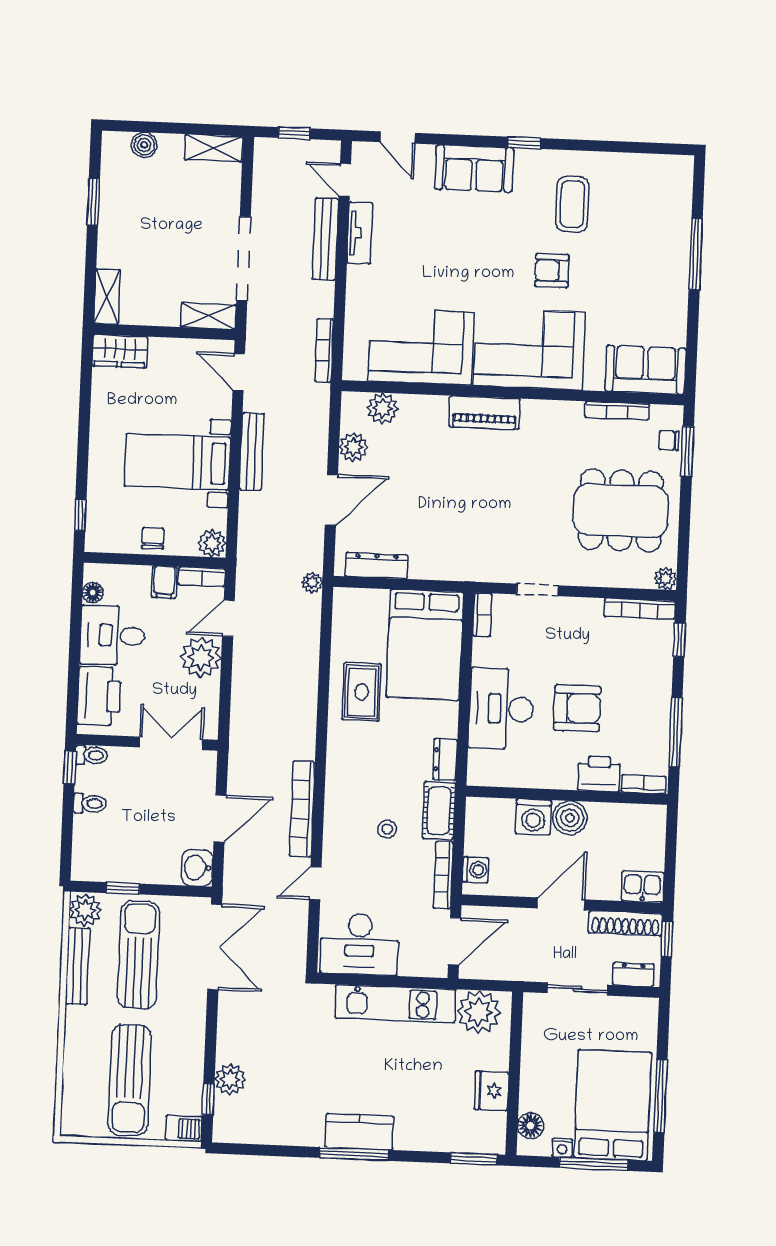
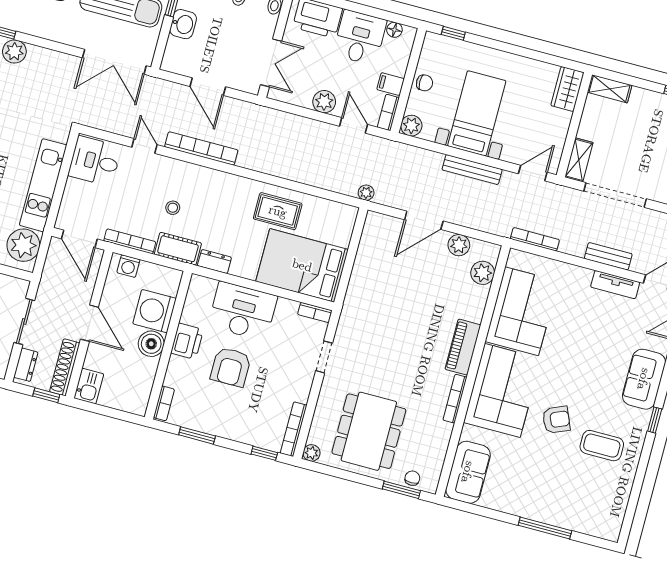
bench: (325, 239) -> (608, 256), width x0.73
armchair: (552, 271) -> (556, 420), turned 67
bookcase: (617, 411) -> (455, 399), moved
door: (331, 500) -> (424, 220), hinge flipped
dresser: (377, 566) -> (368, 243), removed
plant: (201, 657) -> (324, 102), width x0.73, depth x0.73
window: (676, 732) -> (197, 435), width x0.69
printer: (599, 774) -> (187, 341), moved
washing machine: (533, 817) -> (155, 311), width x1.37, depth x1.37
washbasin: (197, 868) -> (183, 24), moved, turned 90
desk: (360, 944) -> (95, 161), width x0.73

